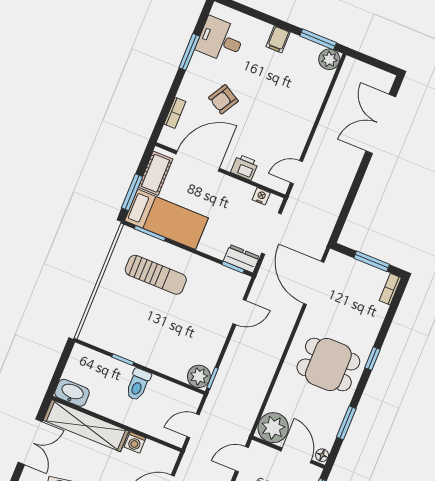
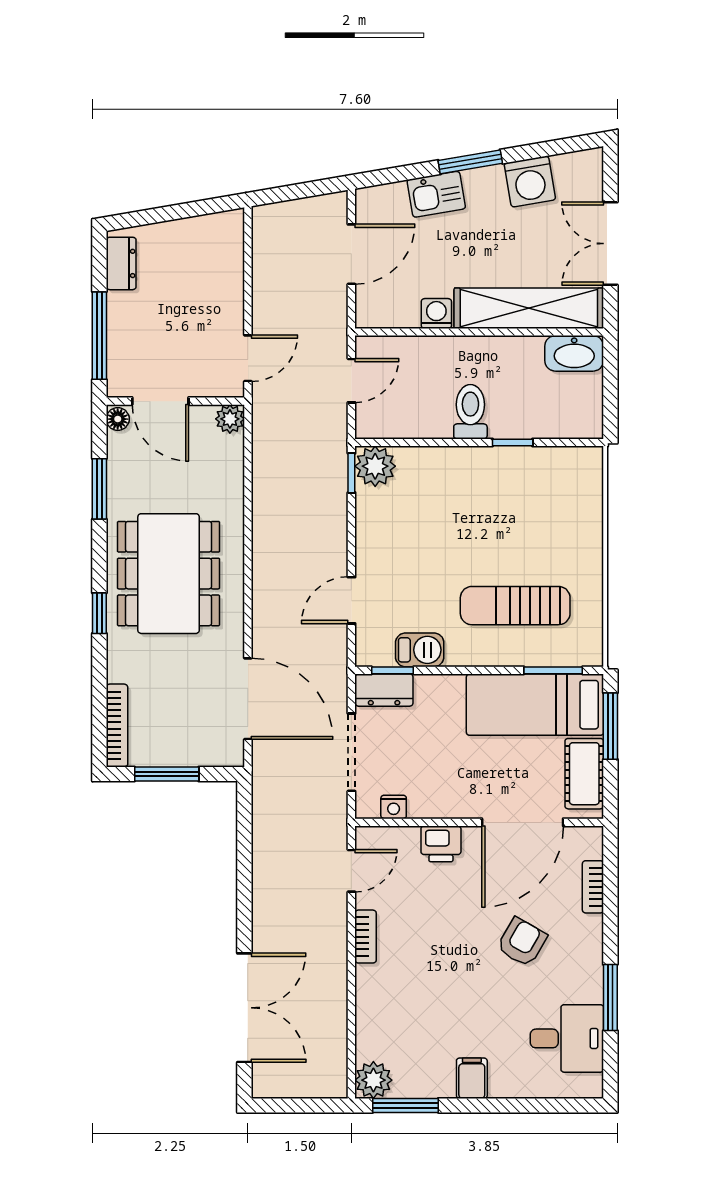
bookcase: (303, 135) -> (366, 937), added
barbecue: (215, 272) -> (420, 650), added
bookcase: (390, 289) -> (117, 726), width x1.56
dining table: (328, 364) -> (169, 574), width x1.38
plant: (273, 428) -> (230, 419), width x0.53, depth x0.53

